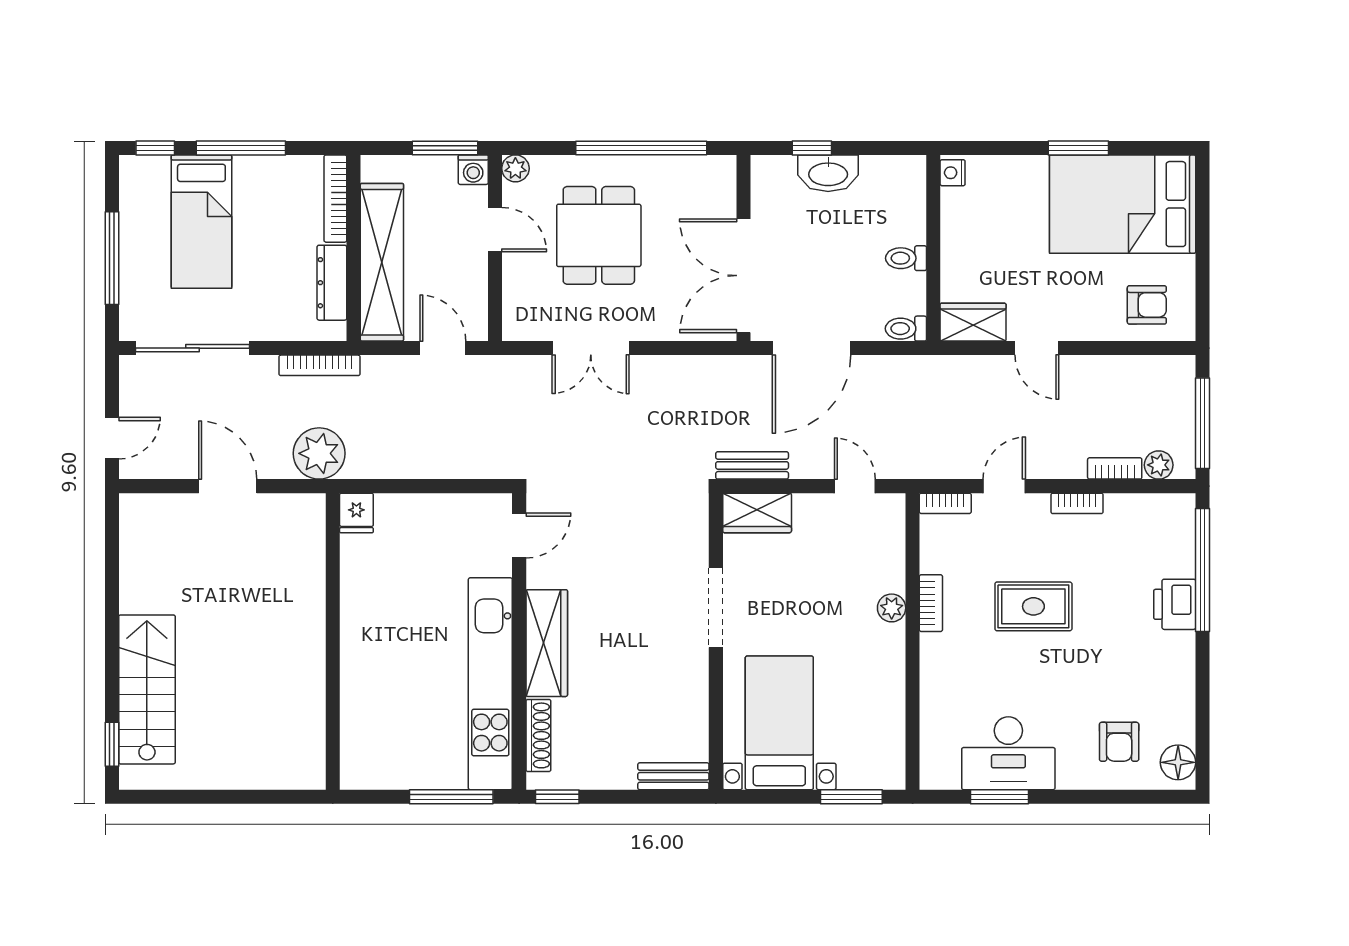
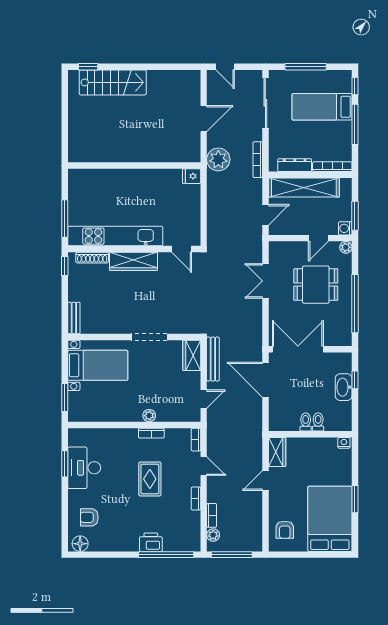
toilet: (906, 329) -> (318, 422), moved
bench: (752, 465) -> (213, 359), width x1.36

